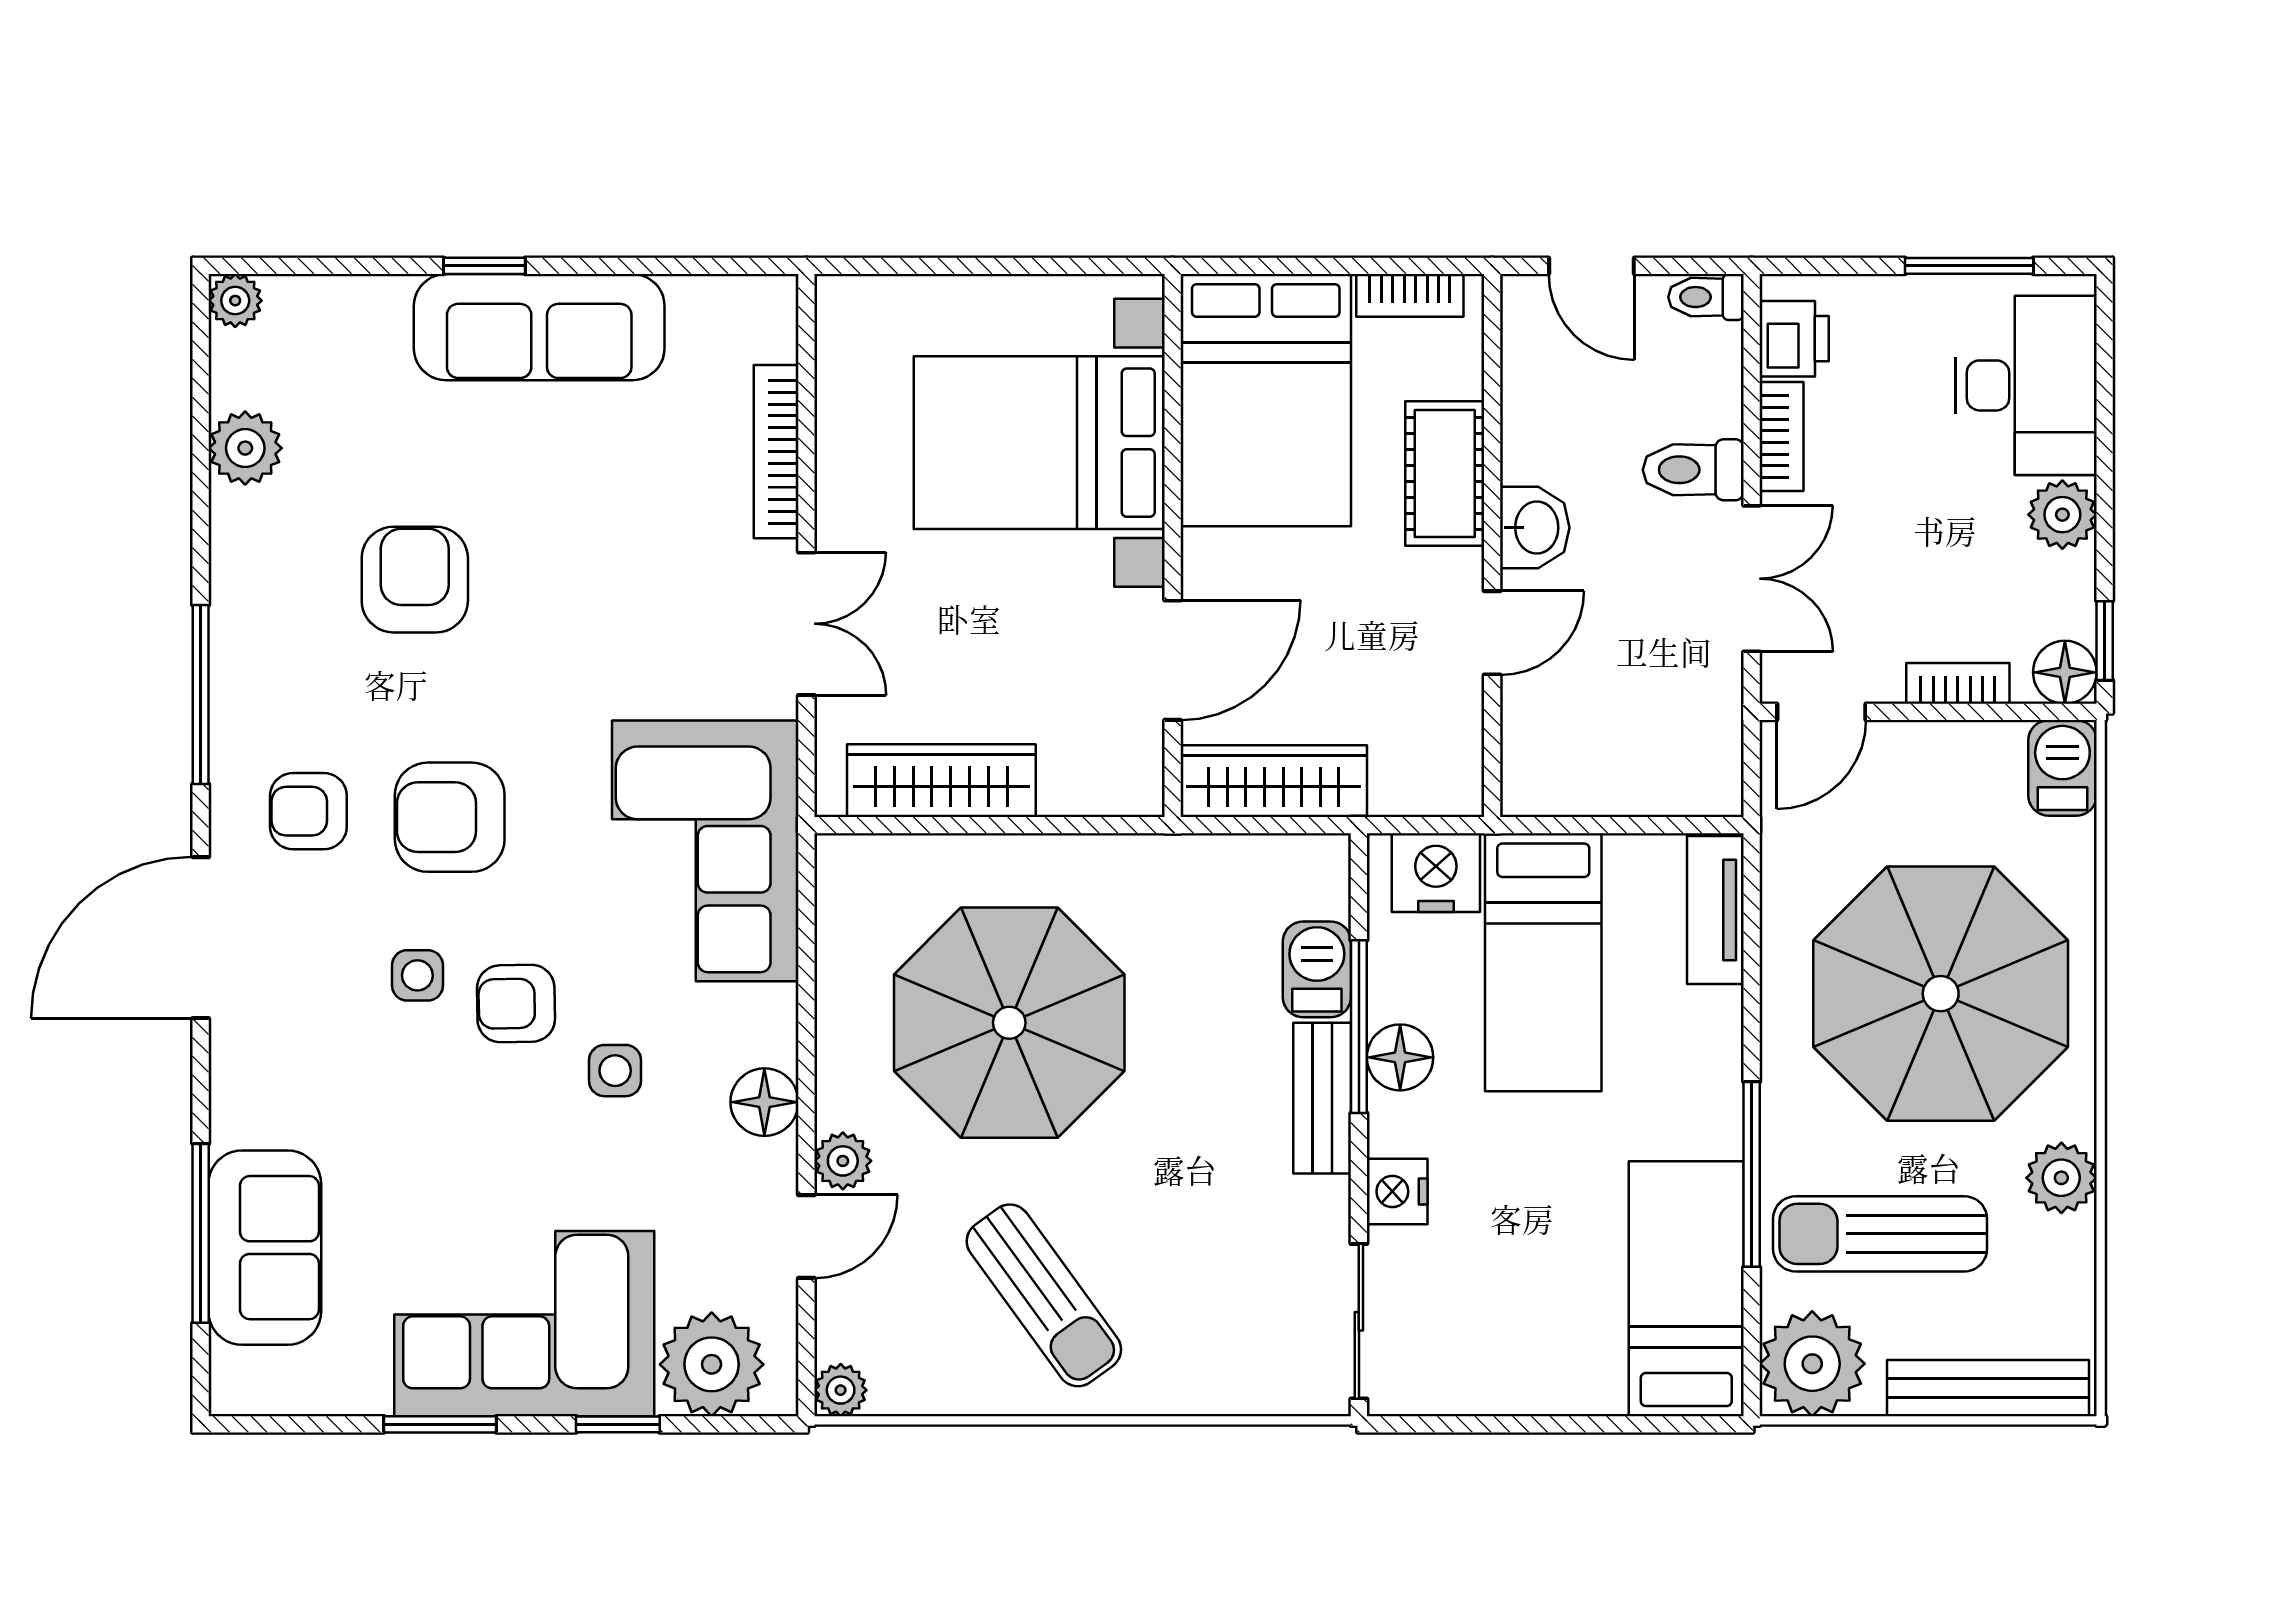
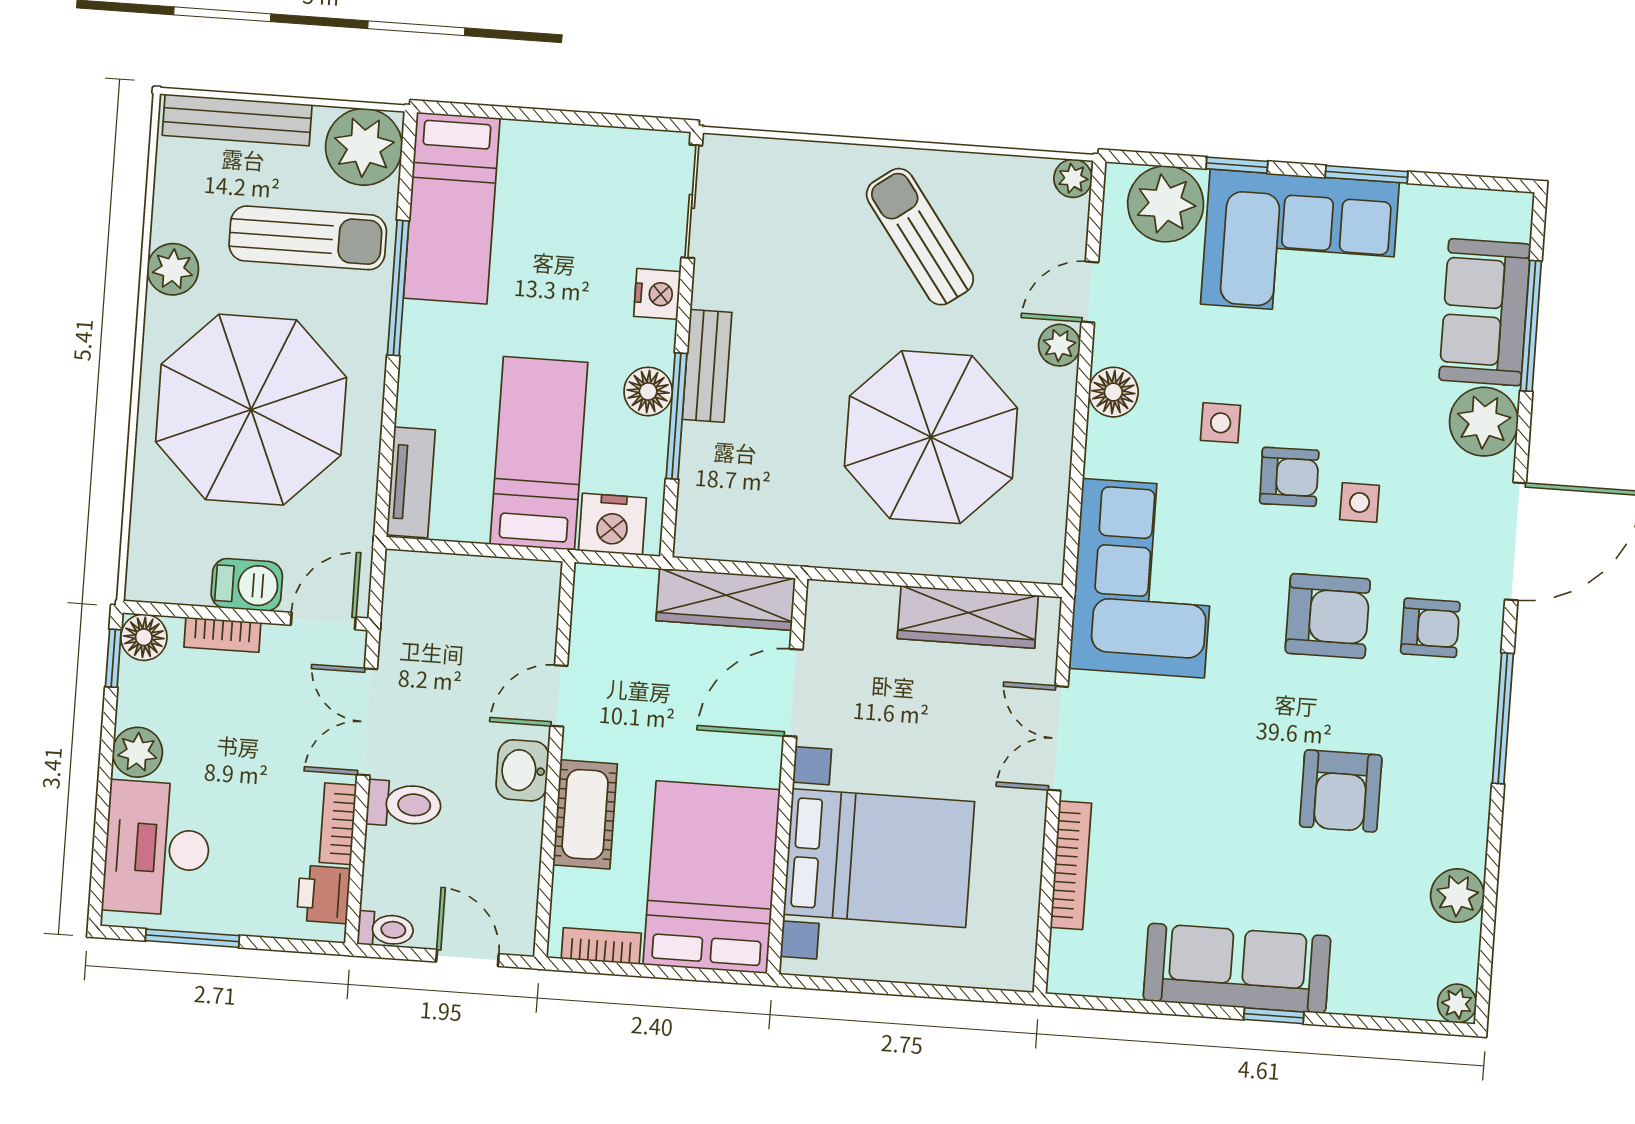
barbecue: (2062, 768) -> (247, 585), moved, turned -90
barbecue: (1317, 969) -> (704, 460), removed
plant: (256, 1098) -> (1484, 422), added

